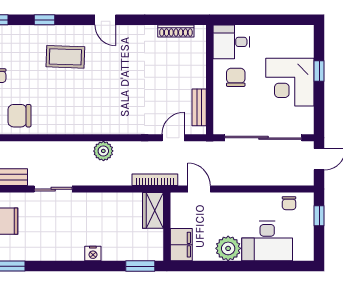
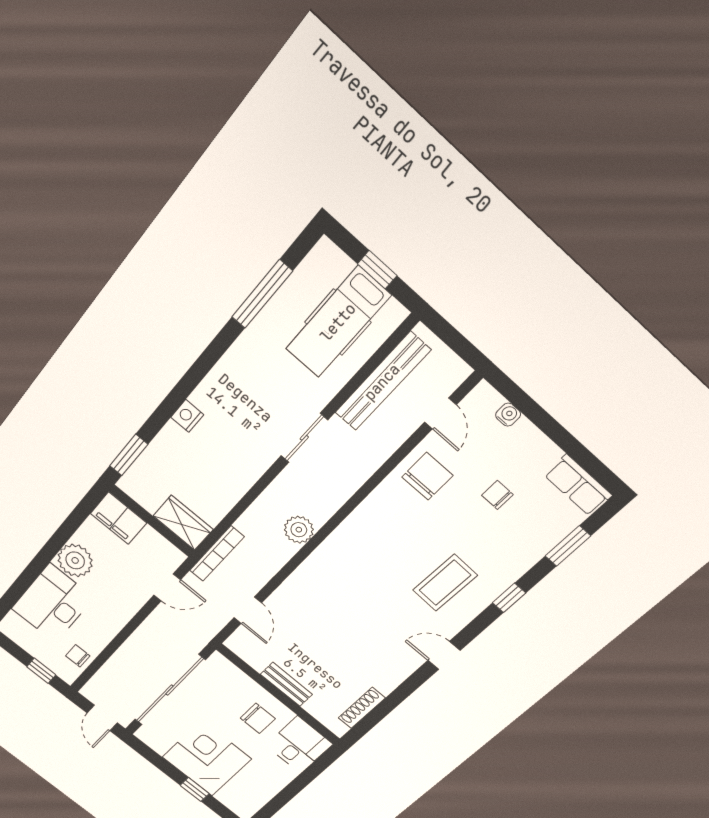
bench: (199, 107) -> (286, 684), moved

